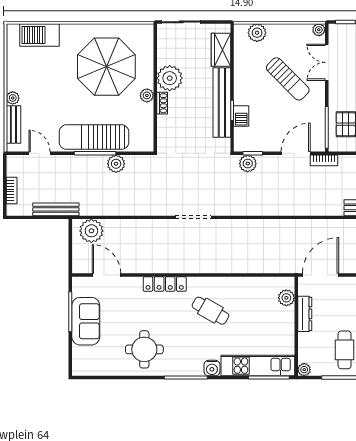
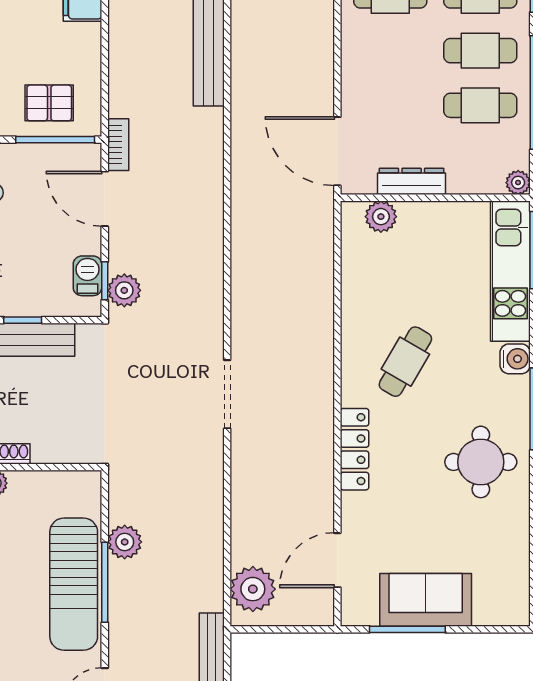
barbecue: (241, 116) -> (87, 276), moved, turned -90
round table: (144, 349) -> (481, 462), moved

